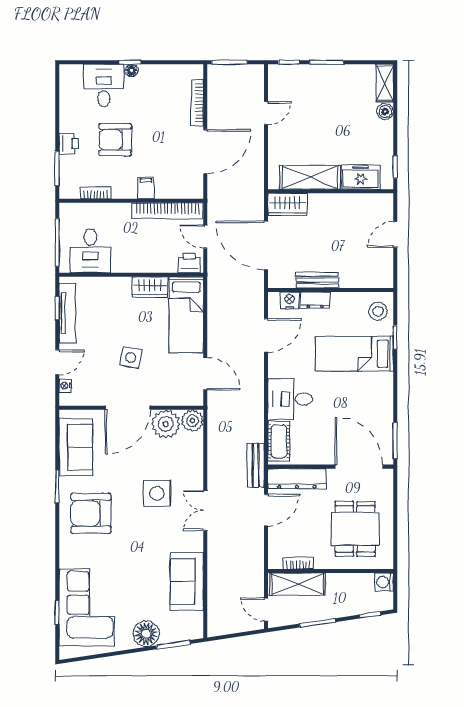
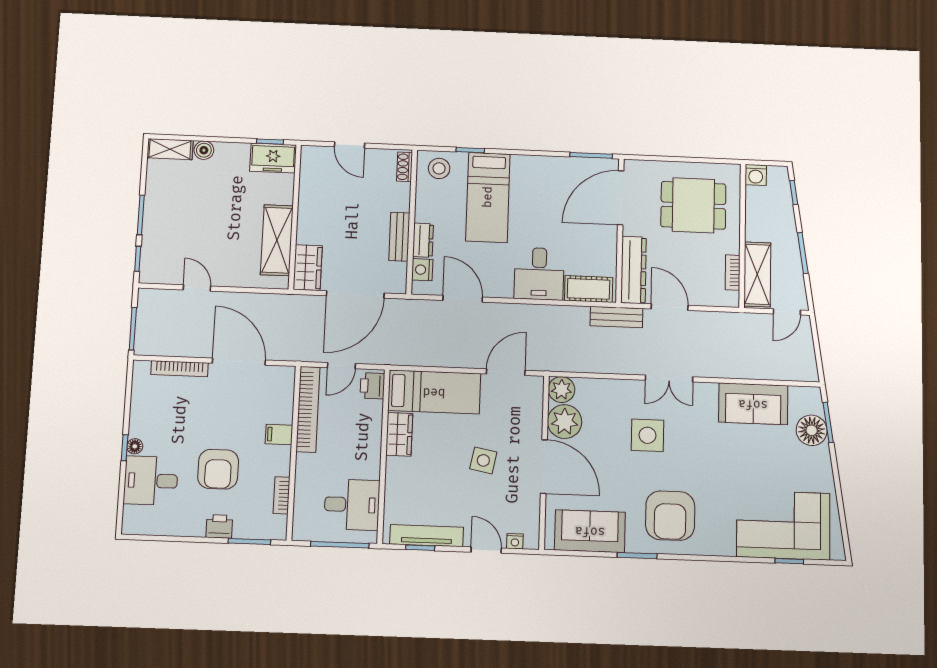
freezer: (361, 177) -> (273, 158), moved, turned -90
shoe rack: (378, 282) -> (405, 167), added
floor lamp: (146, 634) -> (812, 430), moved

